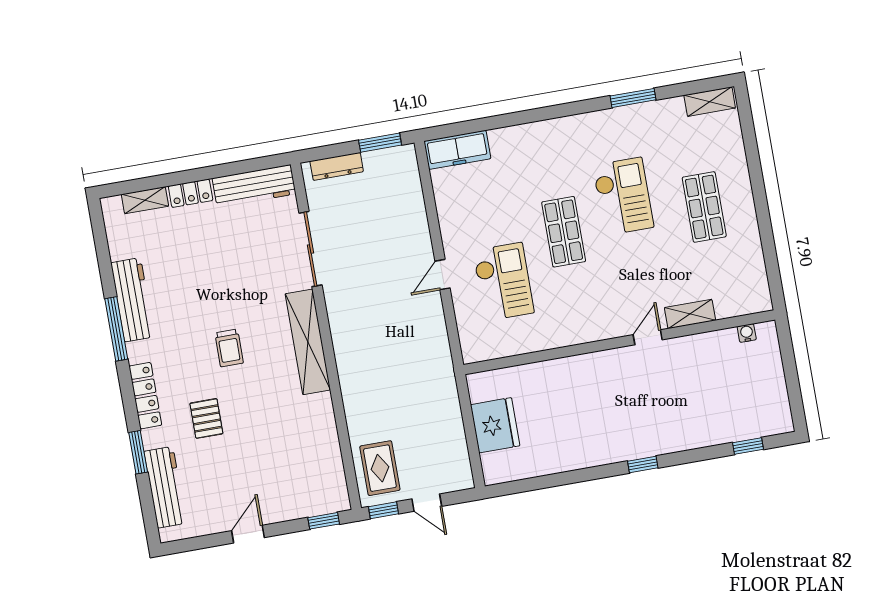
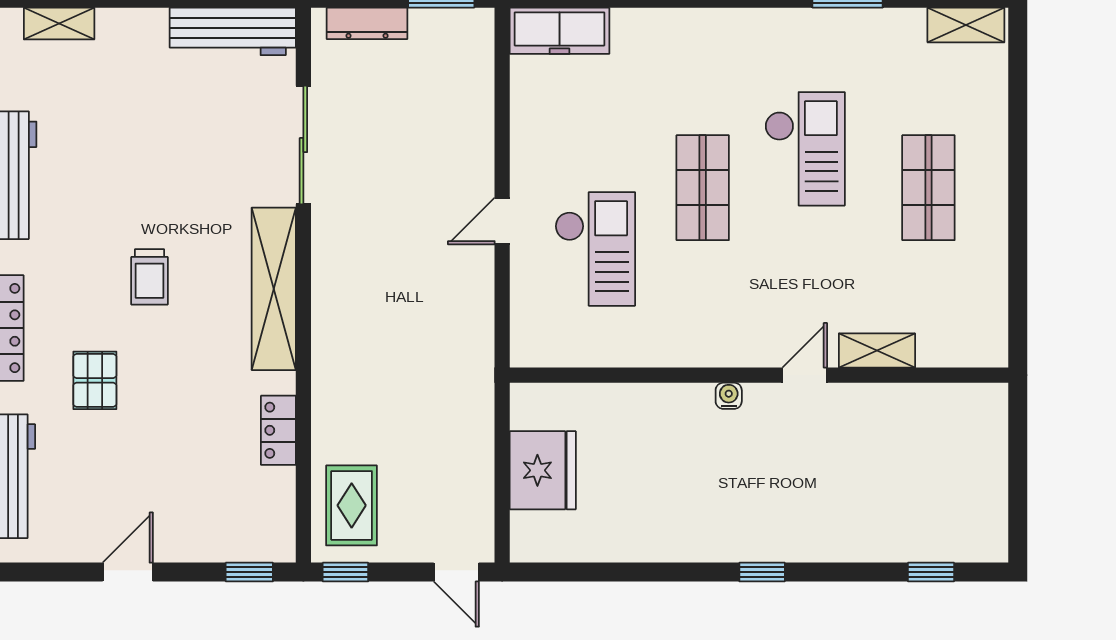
locker: (191, 193) -> (278, 430), moved, turned 90
water cooler: (747, 333) -> (729, 396), moved
door: (427, 503) -> (456, 572), moved

